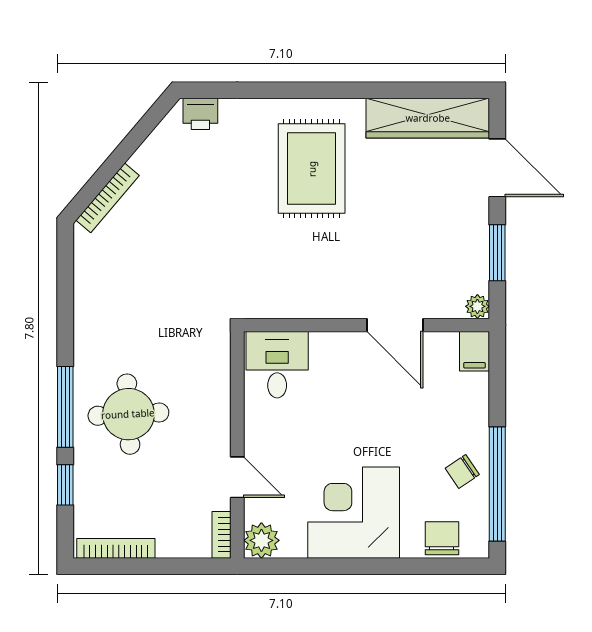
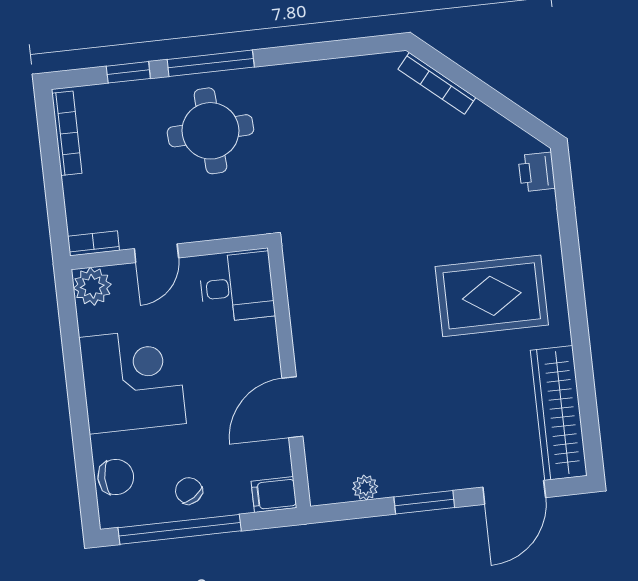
wall: (366, 325) -> (289, 377), moved
door: (395, 325) -> (292, 407), moved
filing cabinet: (475, 351) -> (274, 494), moved
desk: (277, 365) -> (237, 287), moved

